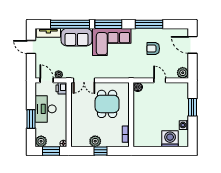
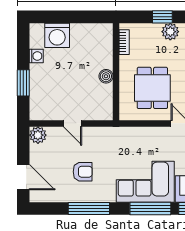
boiler: (138, 87) -> (106, 76), moved

